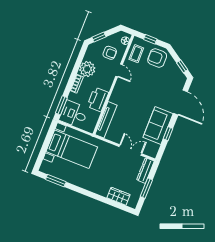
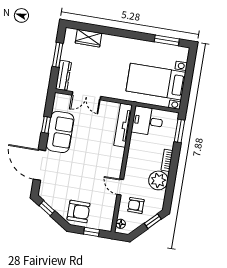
coffee table: (136, 54) -> (104, 211), removed
printer: (98, 99) -> (138, 147), removed
desk: (74, 114) -> (148, 121), moved, turned 180

